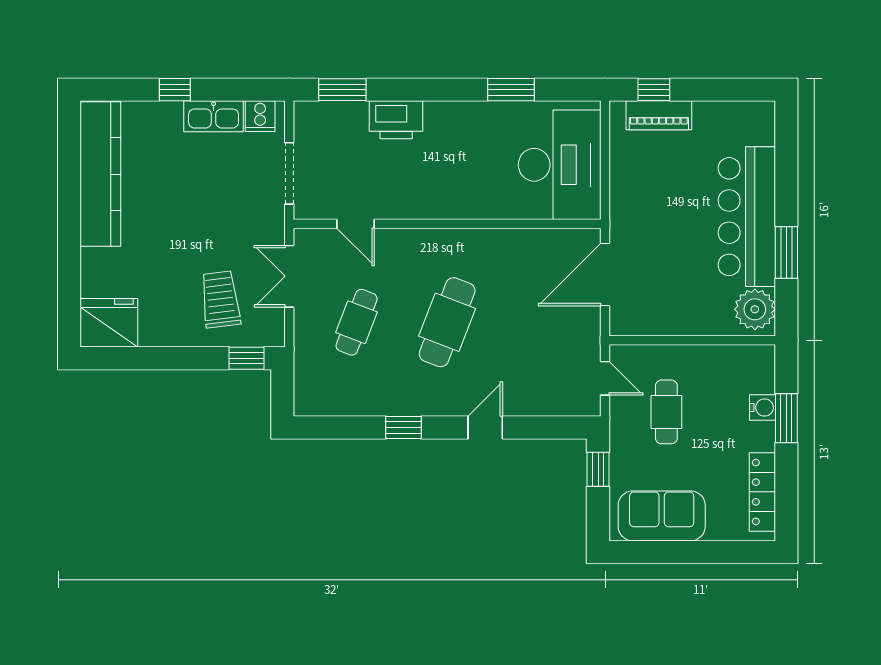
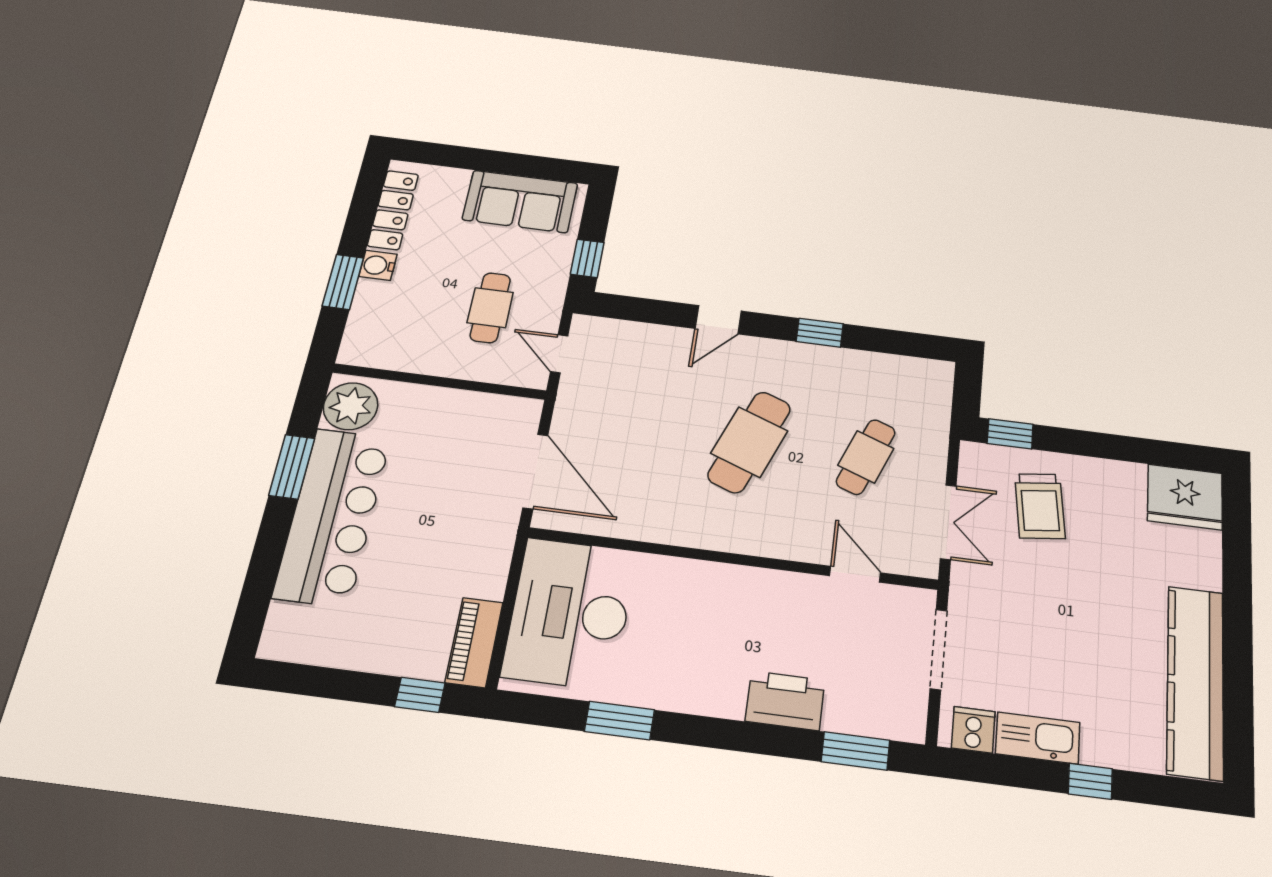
piano: (659, 115) -> (474, 642), moved, turned -90
door: (605, 274) -> (535, 471), hinge flipped
water cooler: (763, 407) -> (378, 265), moved

